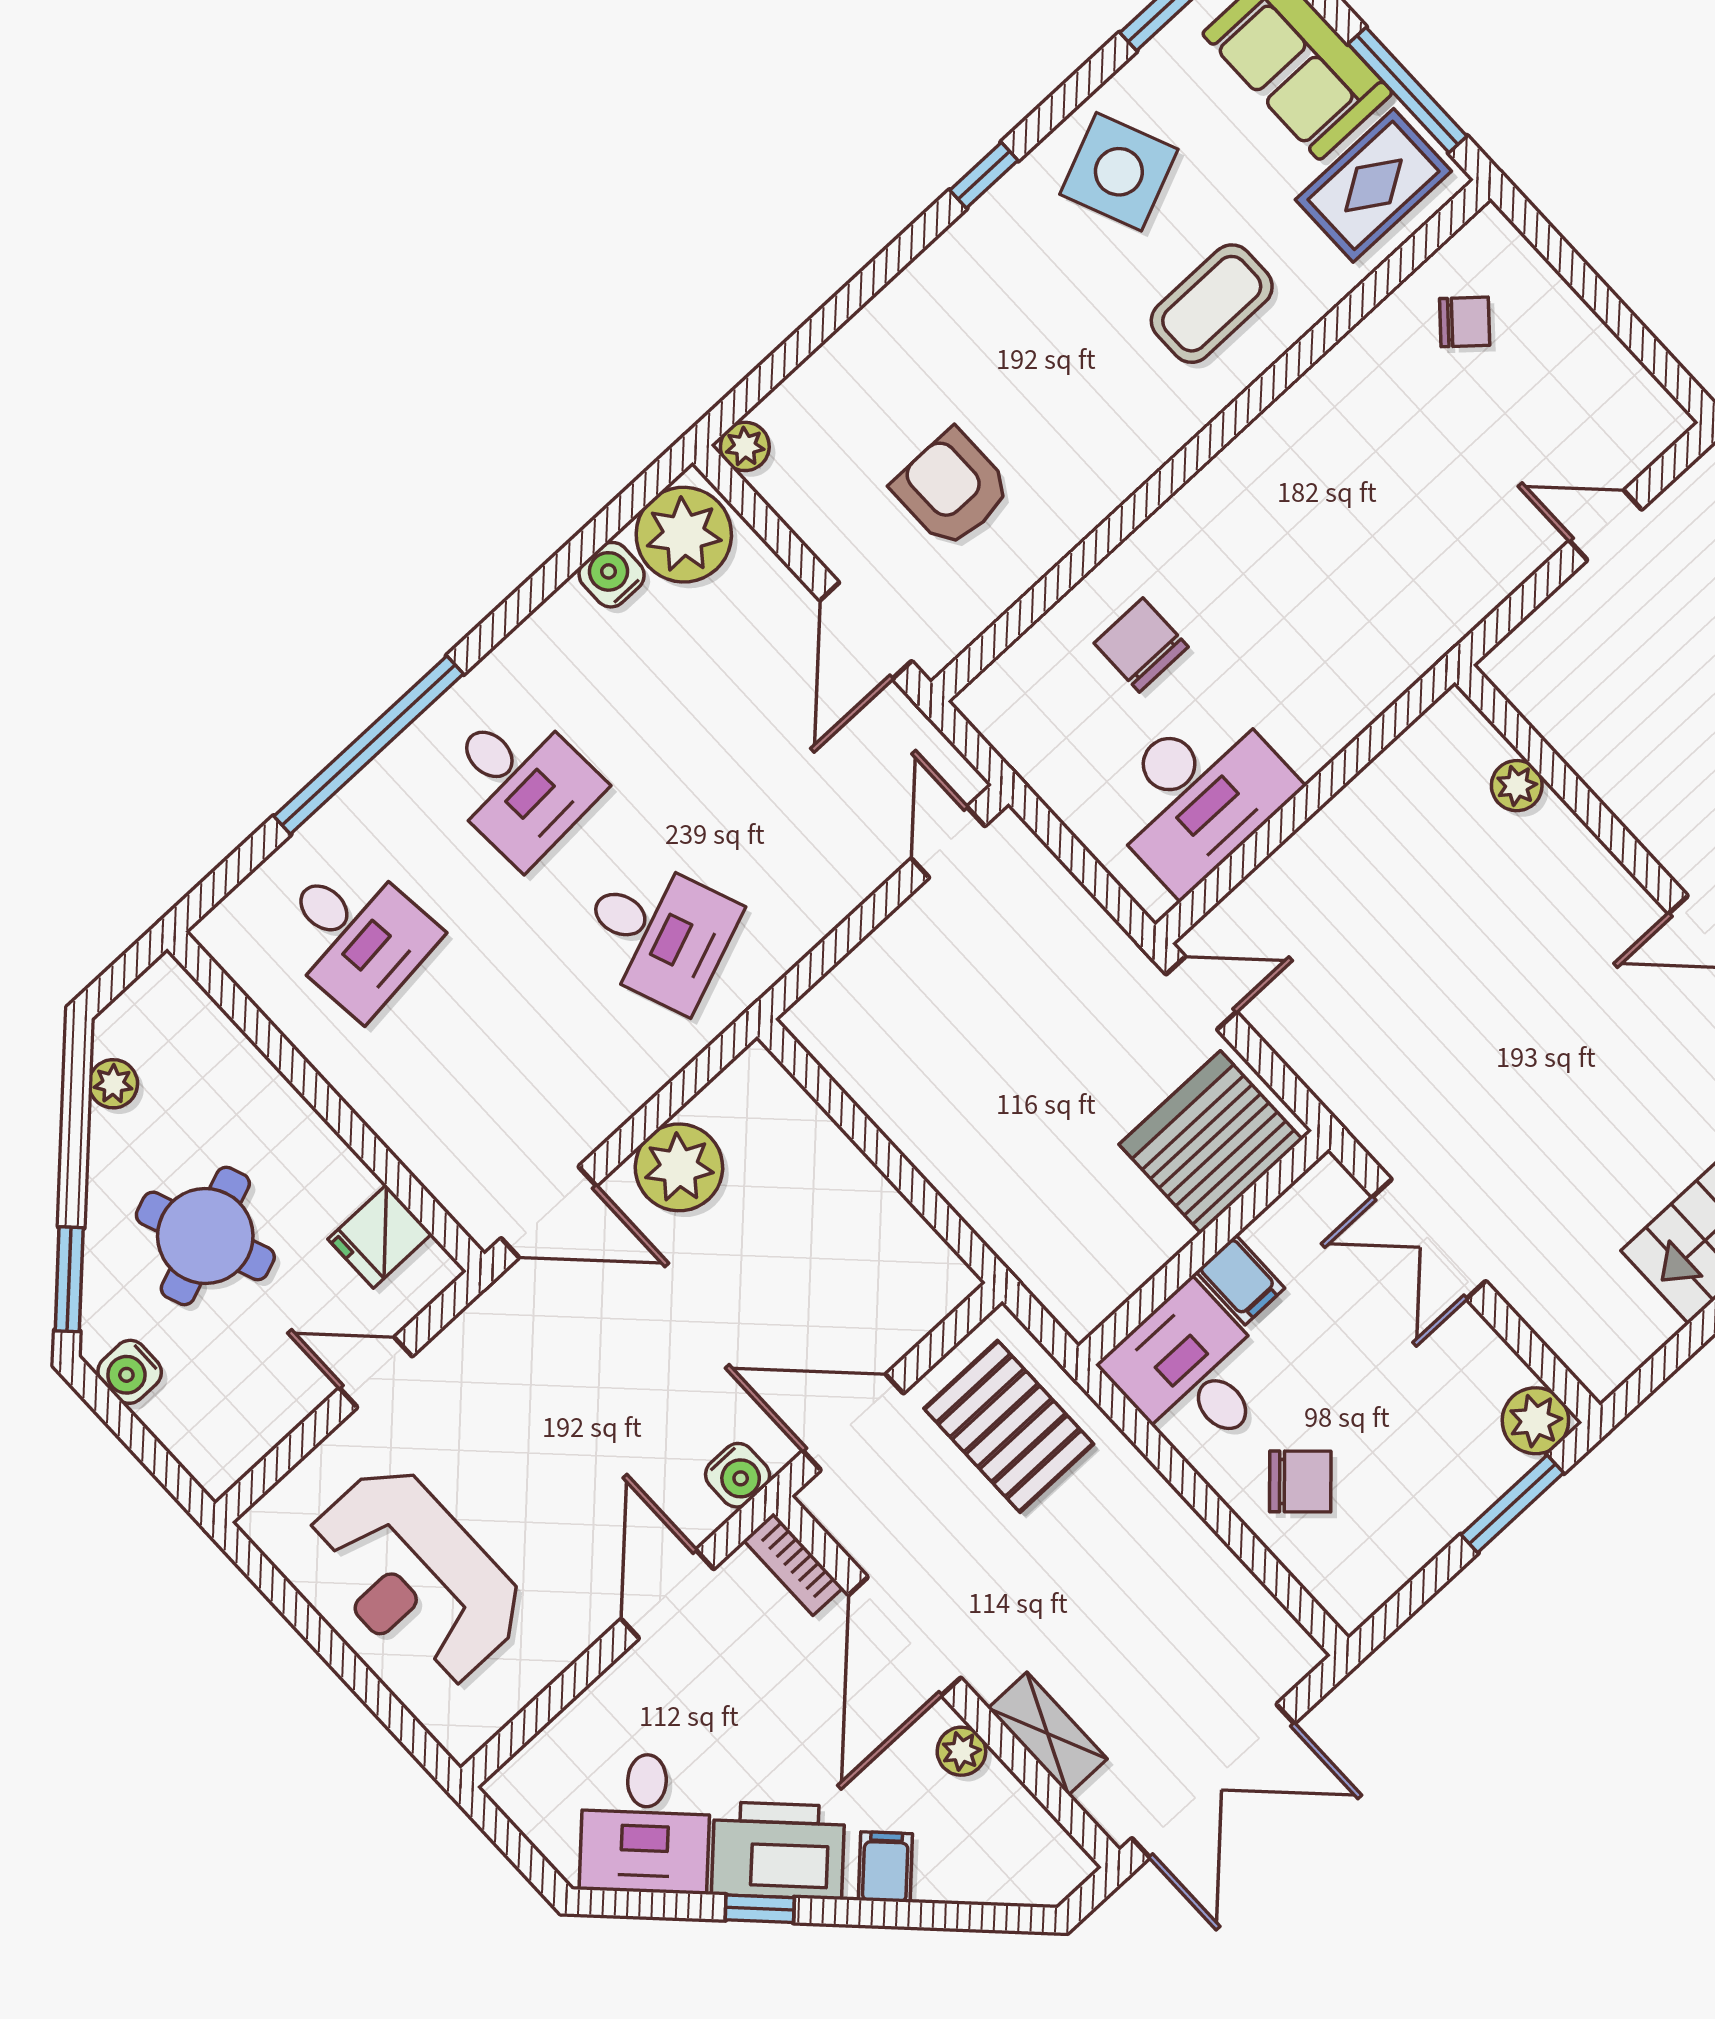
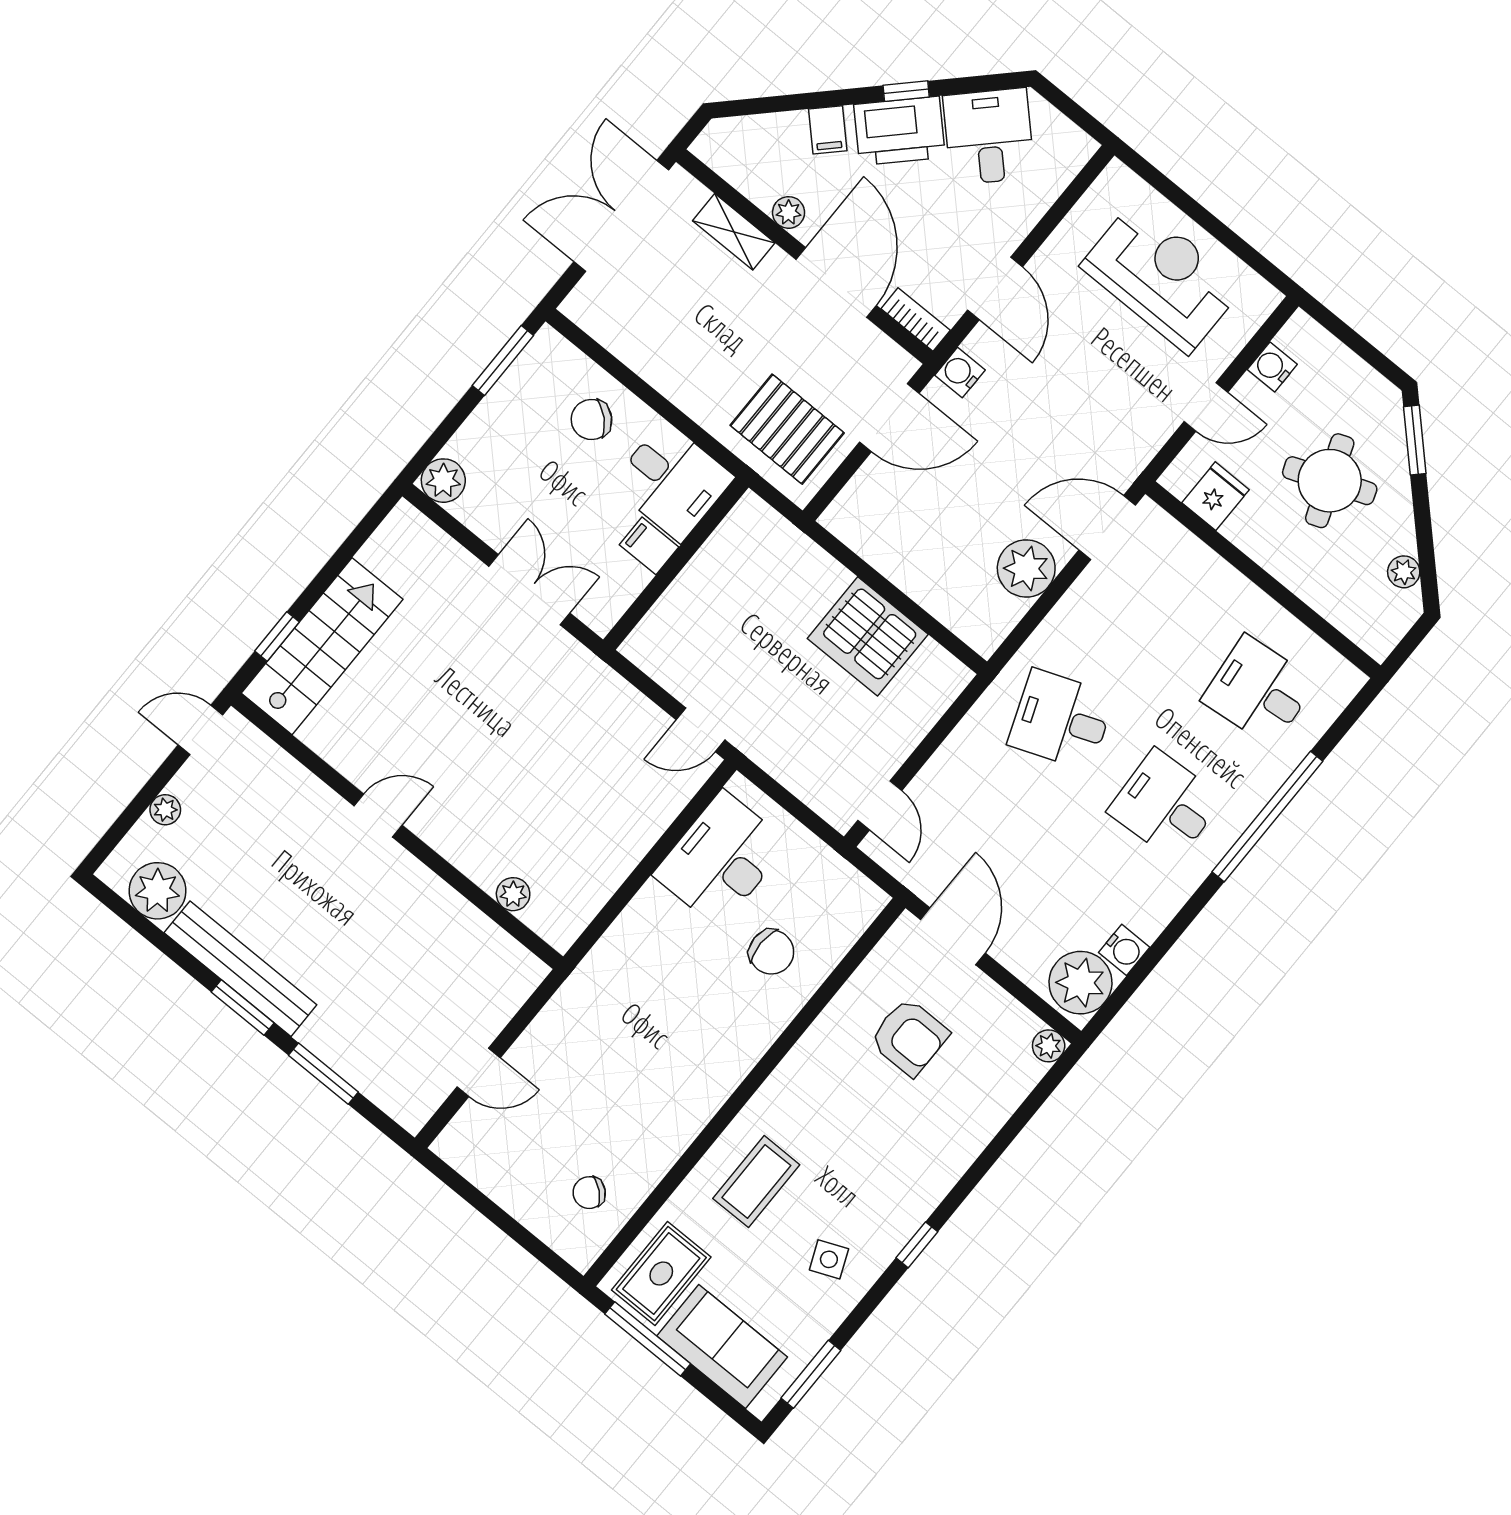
side table: (1119, 172) -> (829, 1259), width x0.54, depth x0.54
server rack: (1211, 1142) -> (868, 636), moved, turned 90
water cooler: (130, 1372) -> (1272, 367), moved, turned -90
window: (1512, 1504) -> (503, 360), moved

